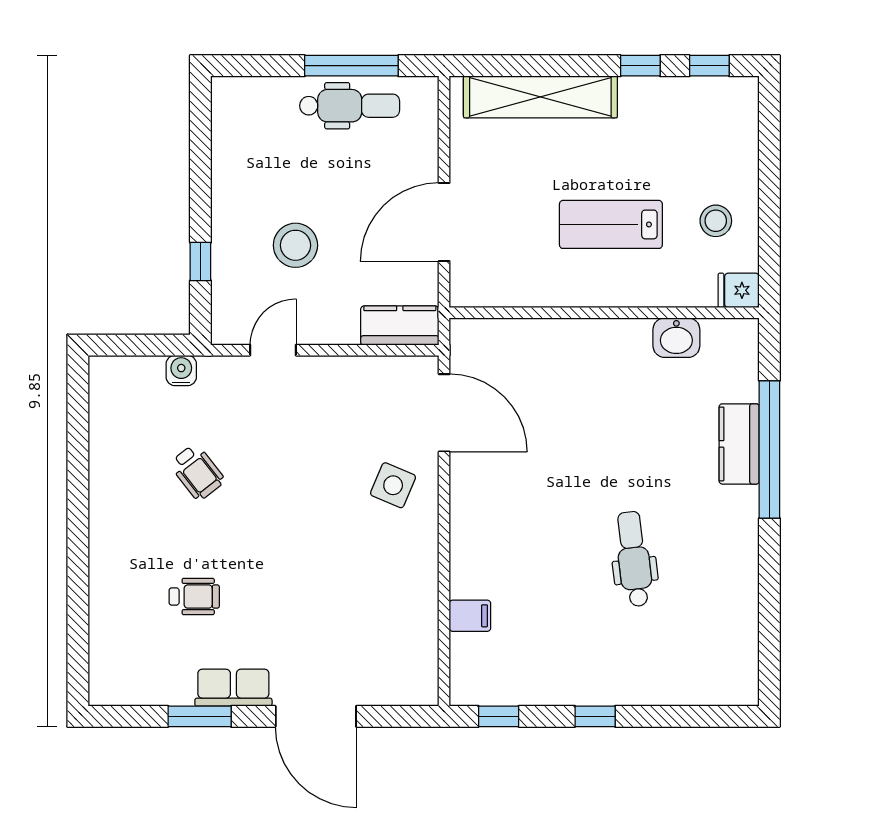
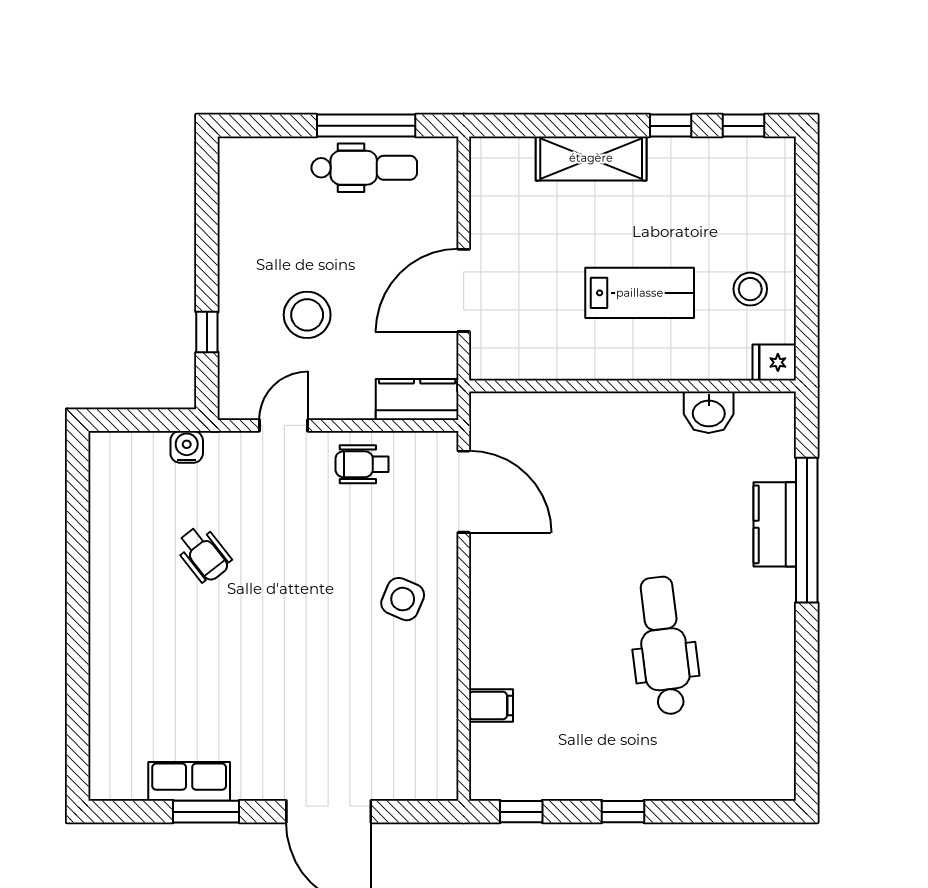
shelving: (540, 97) -> (591, 158), width x0.68
lab bench: (611, 224) -> (640, 293), turned 180
side table: (393, 485) -> (403, 599), moved
dental chair: (634, 559) -> (664, 646), width x1.36, depth x1.38
wheelchair: (194, 597) -> (362, 464), moved, turned 180
row of seats: (233, 688) -> (189, 781), moved

